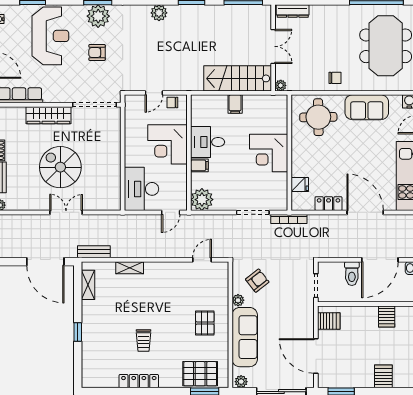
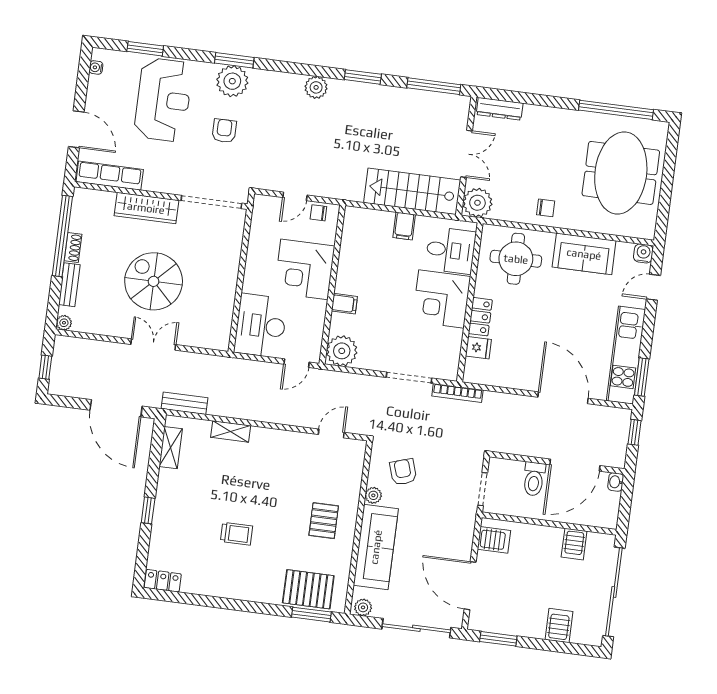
armchair: (97, 52) -> (224, 131), turned 90
plant: (281, 85) -> (477, 203), width x1.88, depth x1.88
desk: (208, 142) -> (451, 250), moved, turned 180
locker: (329, 204) -> (480, 317), moved, turned 90
armchair: (257, 281) -> (403, 472), turned -70
trolley: (143, 340) -> (237, 534), turned -90
locker: (139, 381) -> (163, 581), moved, width x0.66

